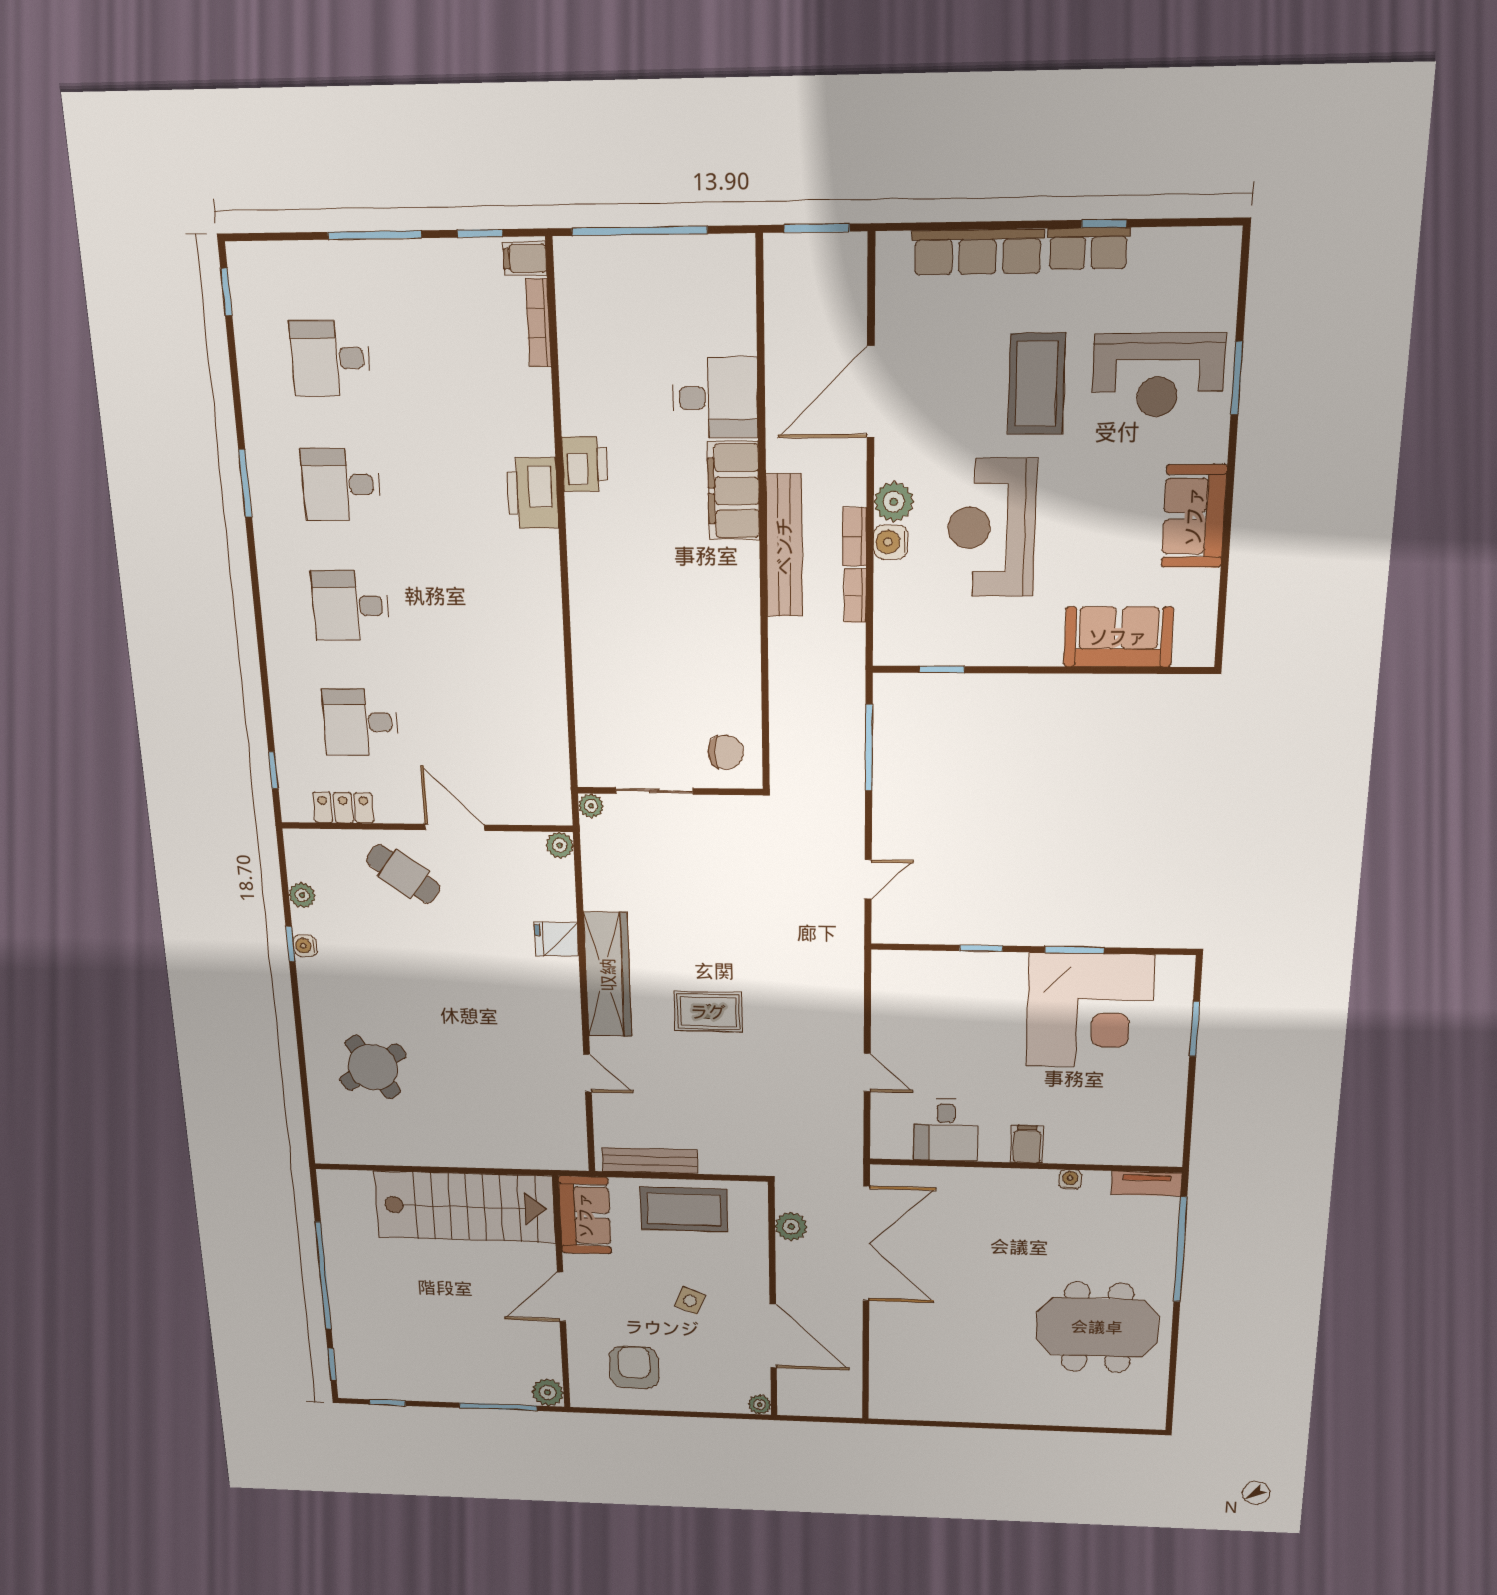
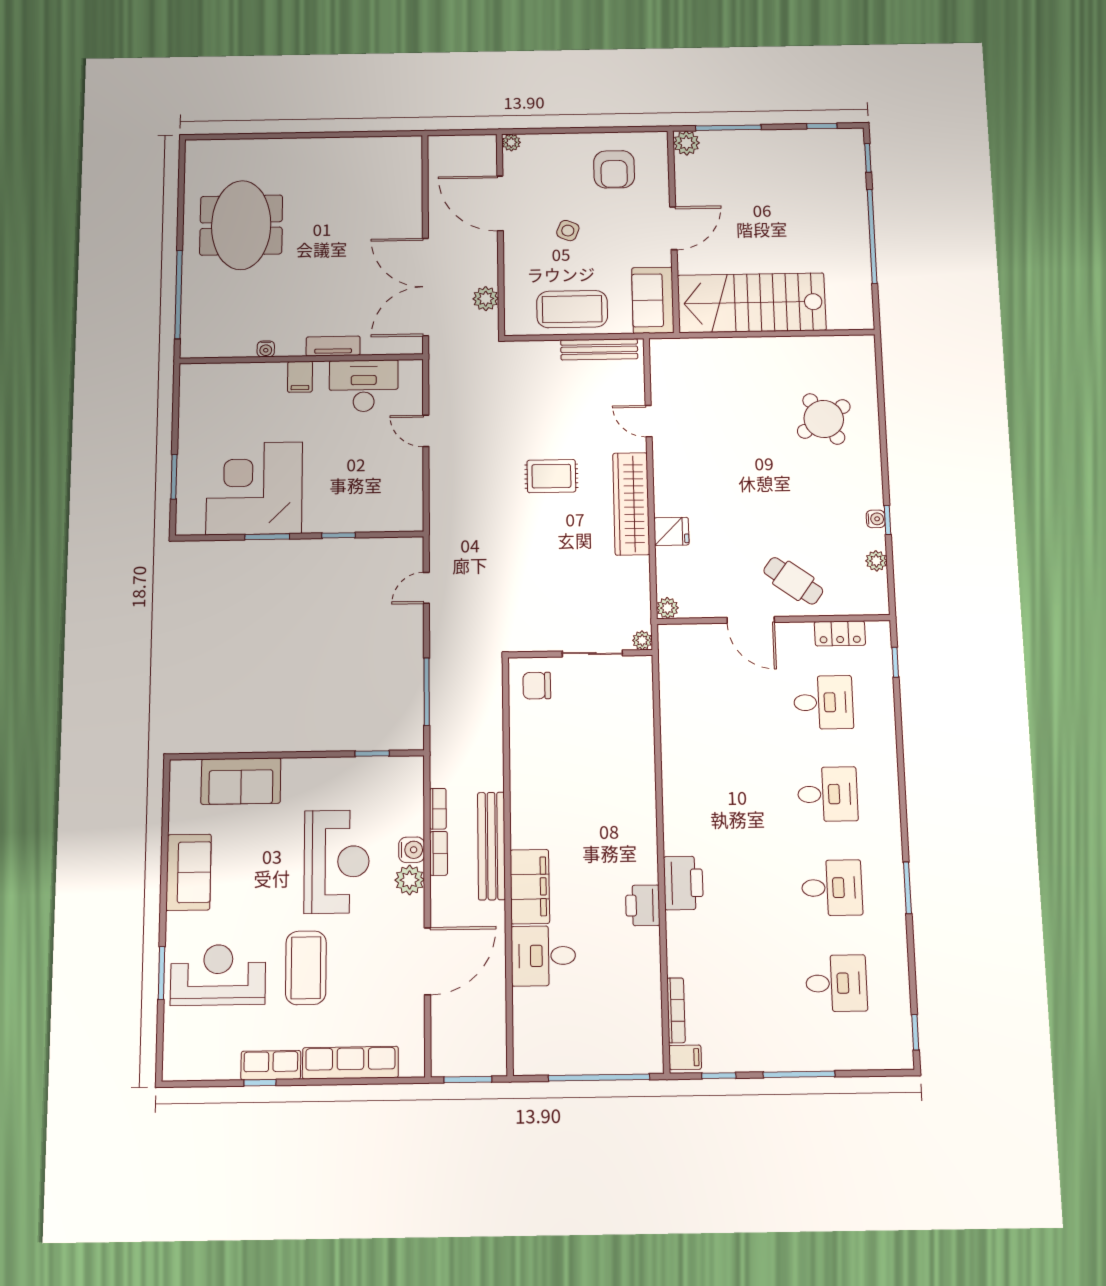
desk: (946, 1130) -> (364, 386), width x1.37
tv unit: (1146, 1184) -> (333, 346), moved
meeting table: (1097, 1327) -> (241, 225), turned 90

